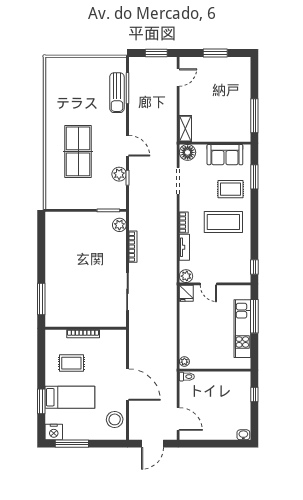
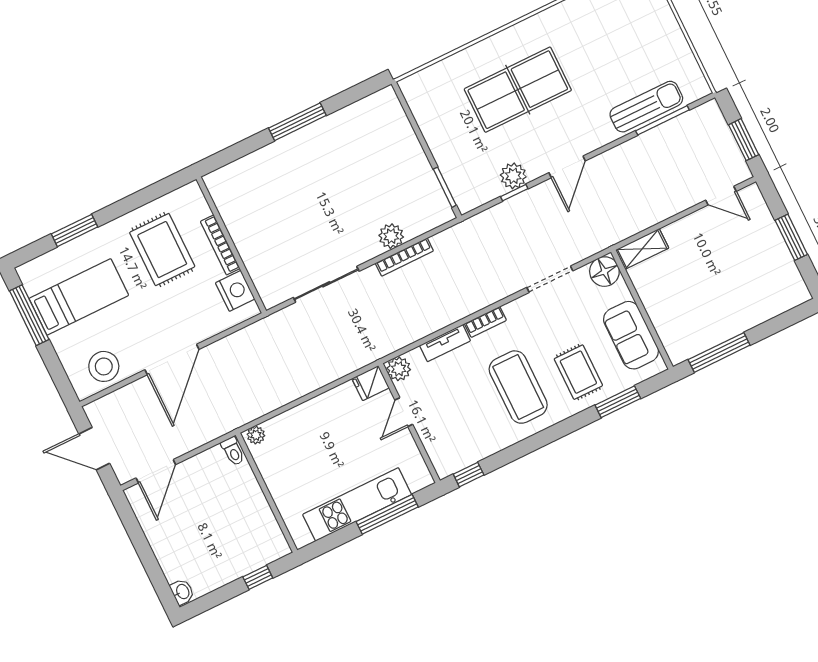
sun lounger: (117, 93) -> (646, 107), turned 180
plant: (119, 225) -> (391, 236), moved
window: (41, 299) -> (297, 122), moved
rug: (71, 363) -> (162, 250), width x1.36, depth x1.43
bed: (70, 397) -> (79, 297), moved, turned -90
nightstand: (54, 432) -> (235, 291), moved, turned 180

